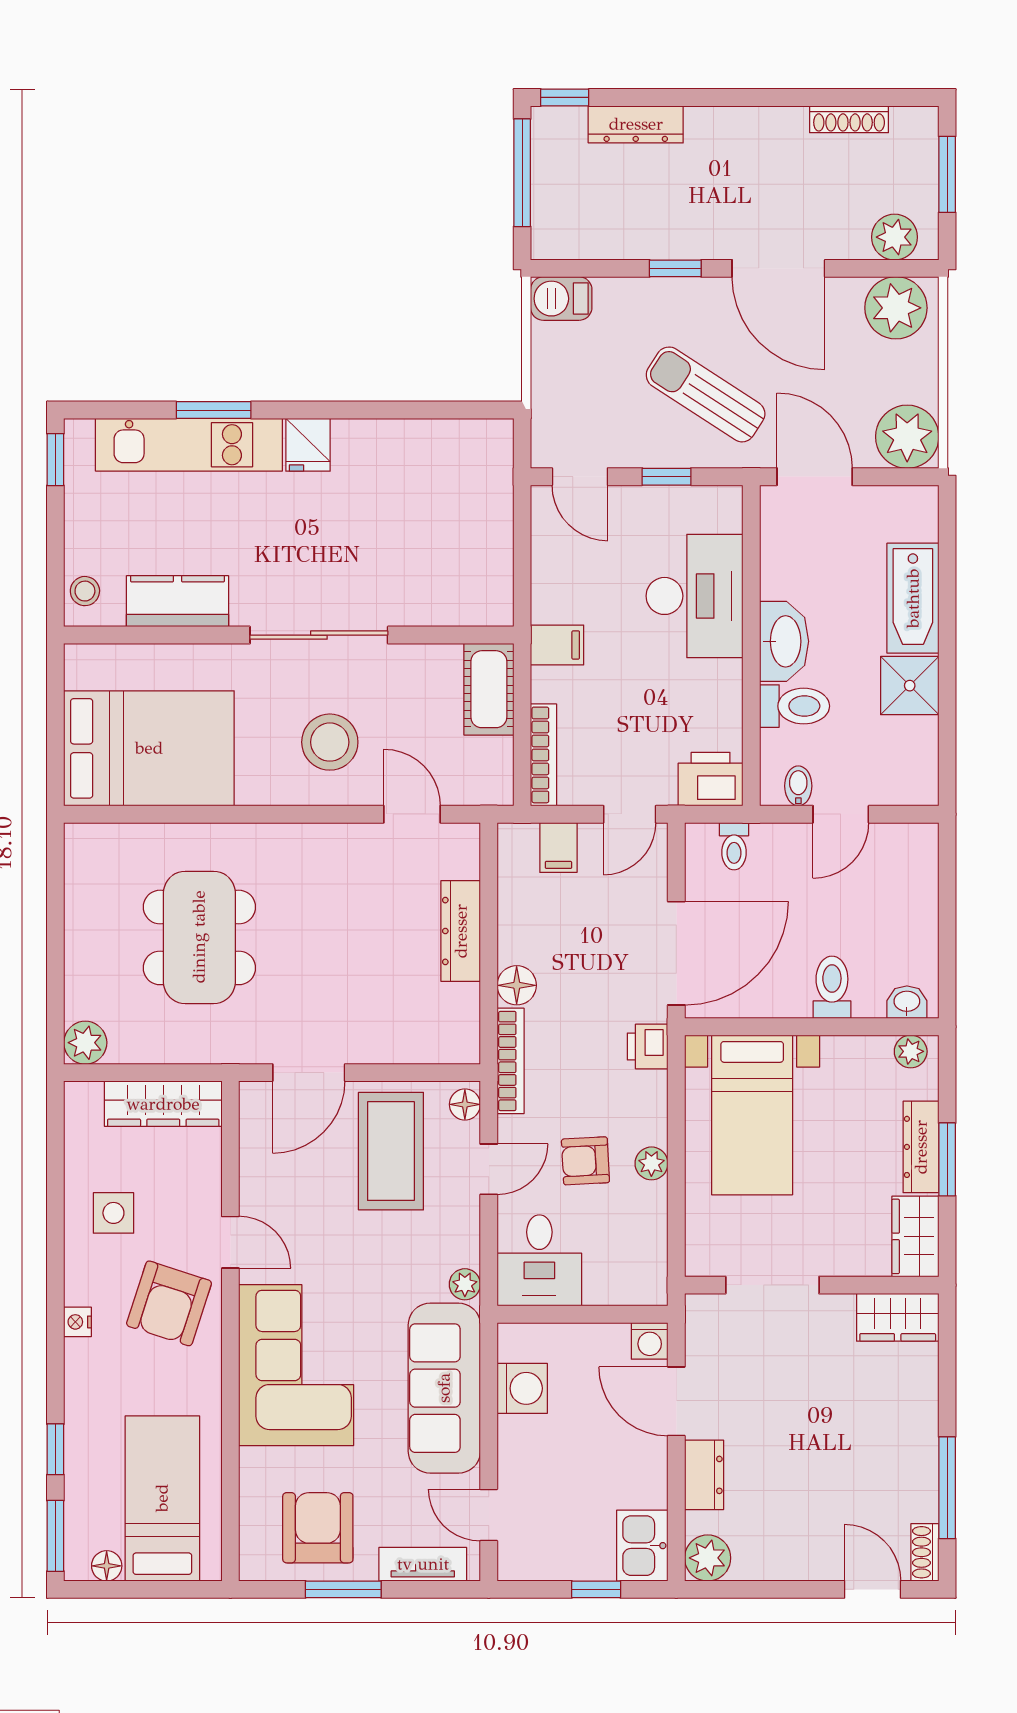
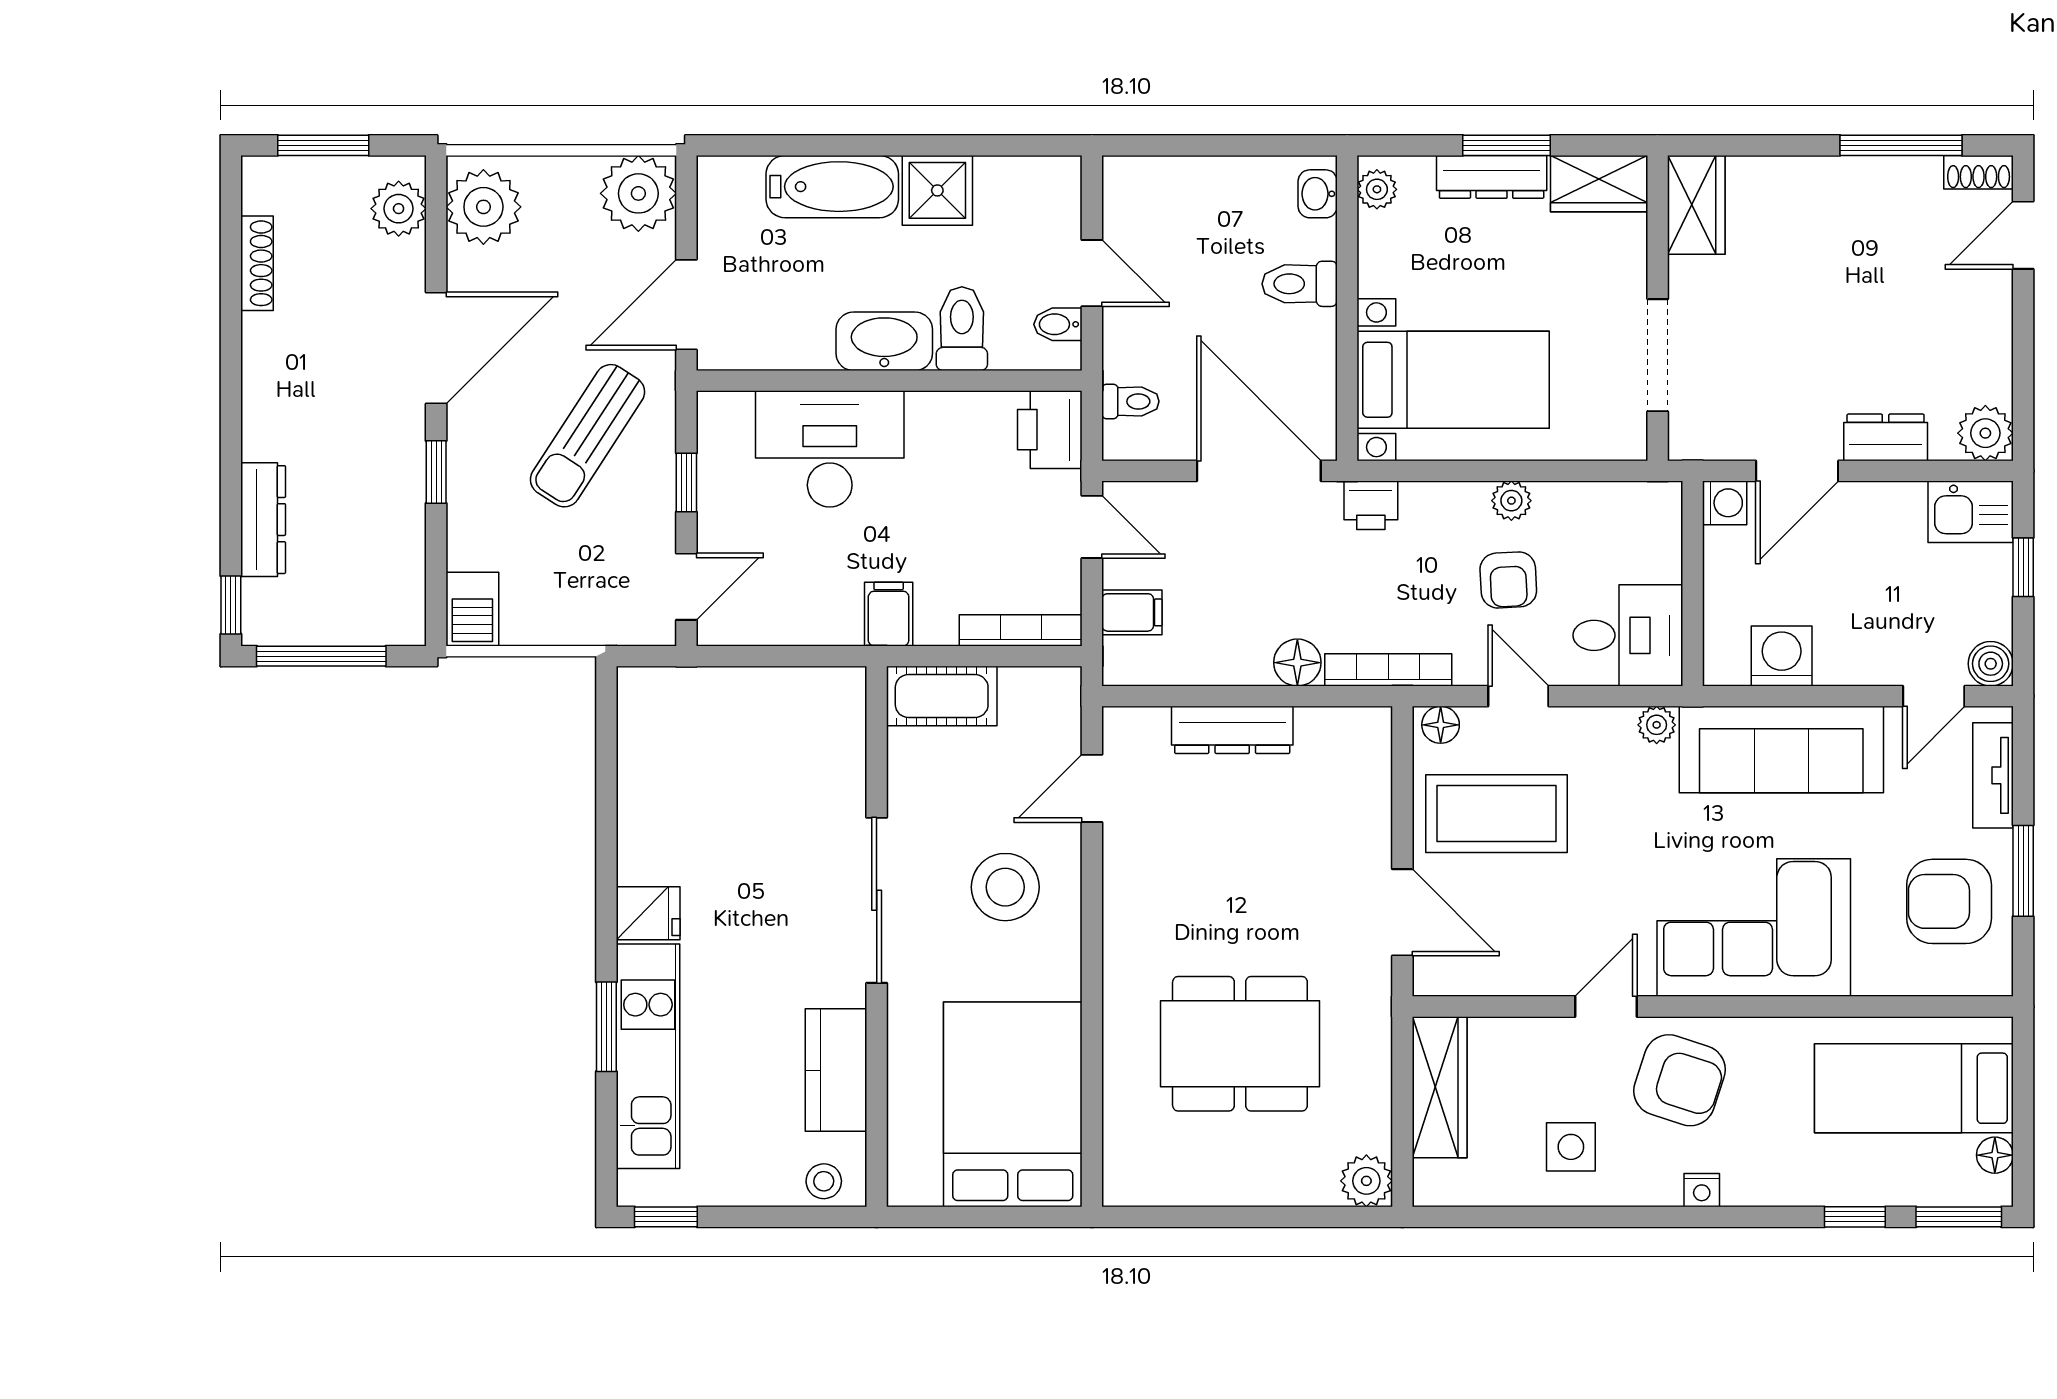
boiler: (516, 1562) -> (1991, 664), added

